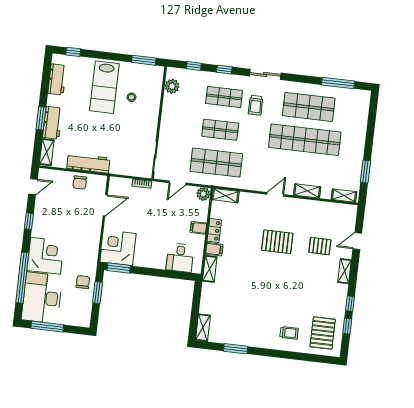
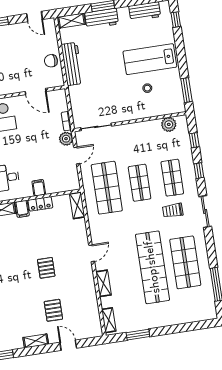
door: (178, 183) -> (77, 156), swing flipped
plant: (203, 194) -> (66, 139), moved
door: (275, 194) -> (92, 253), hinge flipped
pallet: (277, 242) -> (46, 268), width x0.67, depth x0.71

